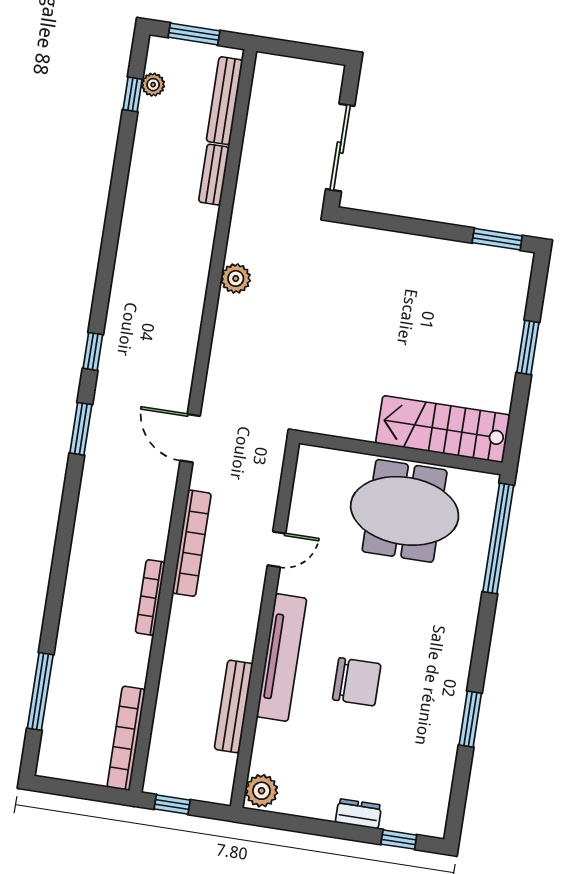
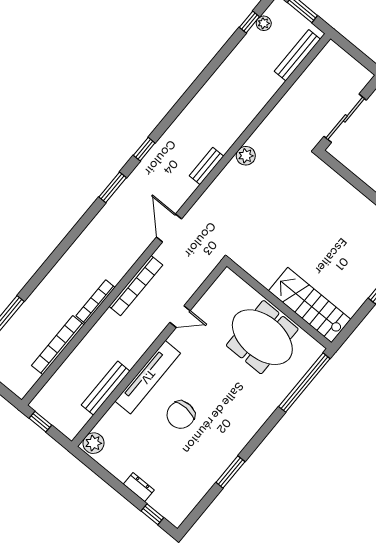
bench: (214, 175) -> (206, 166), moved
chair: (357, 682) -> (181, 415), turned 93
bookcase: (126, 738) -> (58, 345), moved

